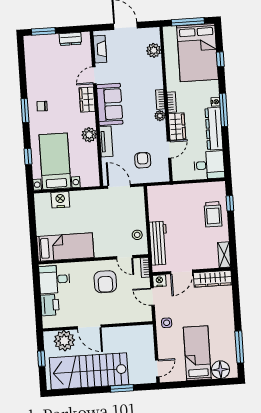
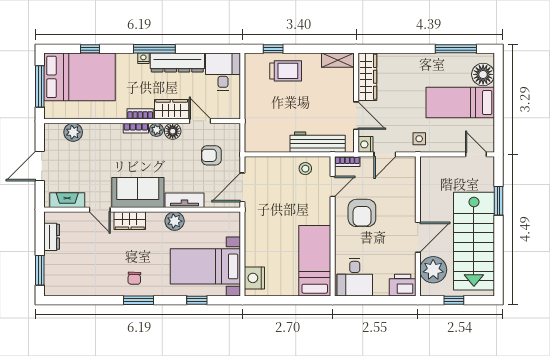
floor lamp: (160, 129) -> (173, 131), added
nightstand: (60, 200) -> (254, 278), moved
armchair: (105, 282) -> (362, 213), turned 90
printer: (50, 305) -> (403, 285), moved

